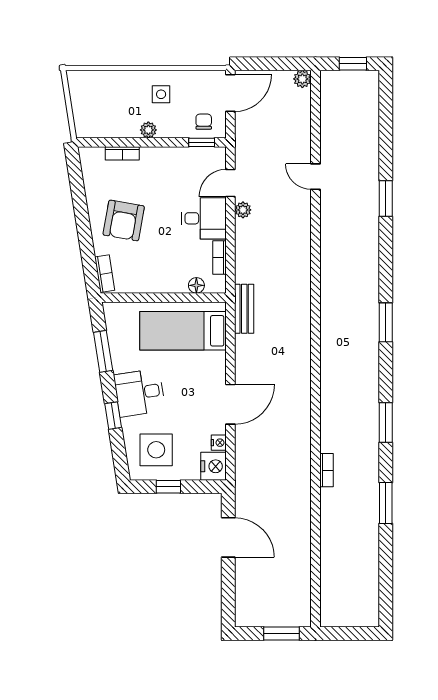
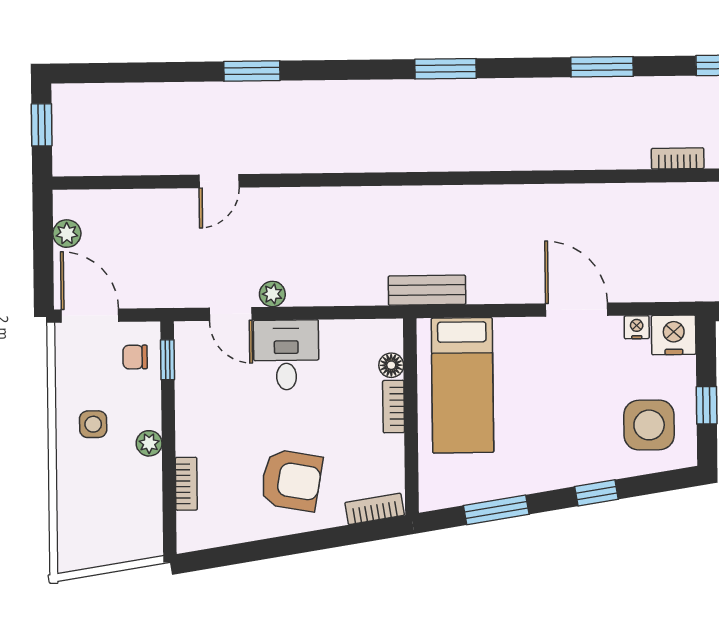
plant: (302, 79) -> (67, 234), moved
bookcase: (219, 258) -> (394, 407), moved, turned 90
desk: (140, 393) -> (560, 452), removed

